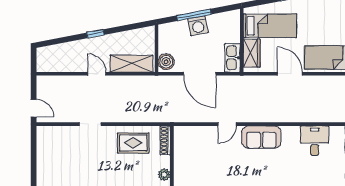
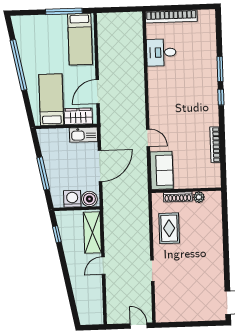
washing machine: (198, 26) -> (72, 199), moved, turned -79
window: (95, 34) -> (57, 234), moved
door: (290, 74) -> (98, 92), moved
door: (34, 108) -> (139, 326), hinge flipped
sofa: (261, 137) -> (162, 170), moved
shoe rack: (165, 140) -> (178, 197), moved

